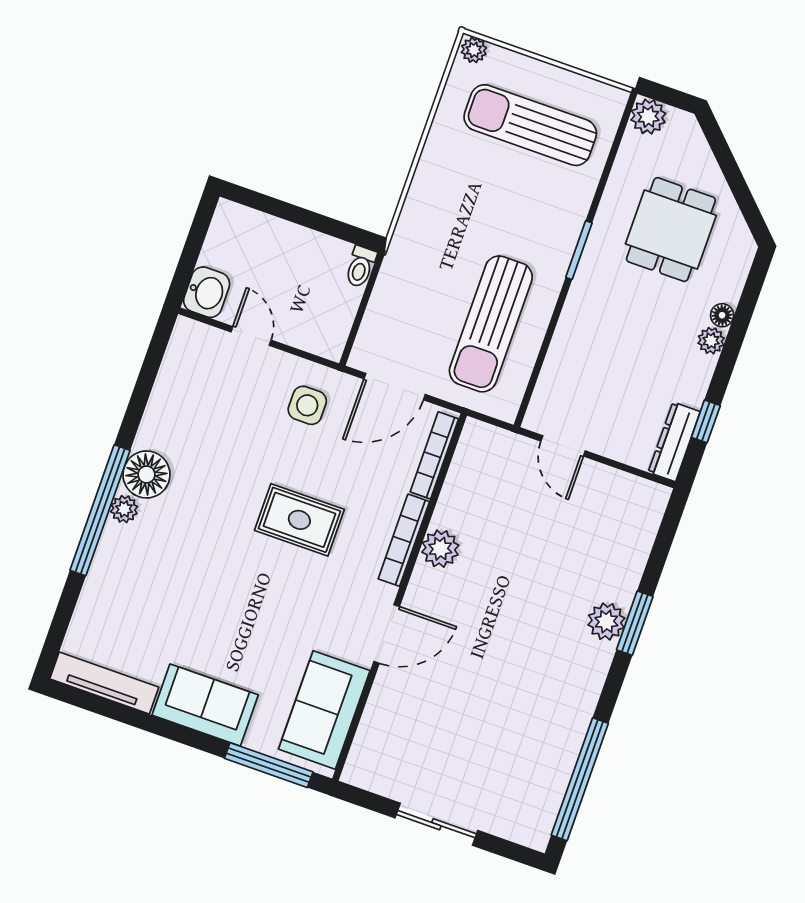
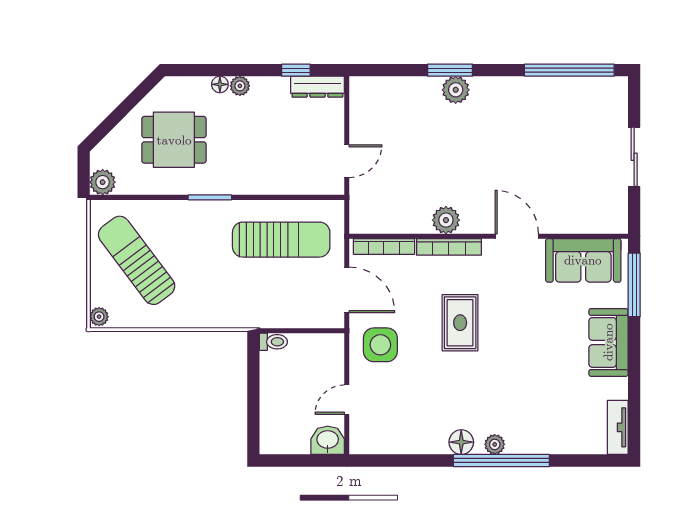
sun lounger: (530, 125) -> (137, 260), turned 143
side table: (307, 405) -> (380, 345), width x1.37, depth x1.37
floor lamp: (146, 474) -> (461, 442), width x0.73, depth x0.73
tv unit: (104, 683) -> (618, 427), width x0.71

